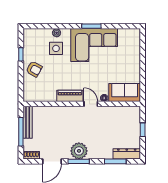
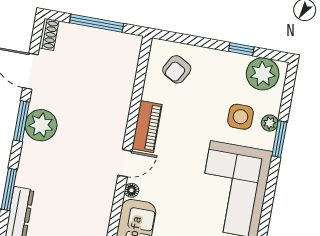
window: (91, 26) -> (279, 139), moved
plant: (32, 41) -> (263, 74), added
armchair: (34, 69) -> (177, 69), moved
bench: (28, 122) -> (112, 39), removed

